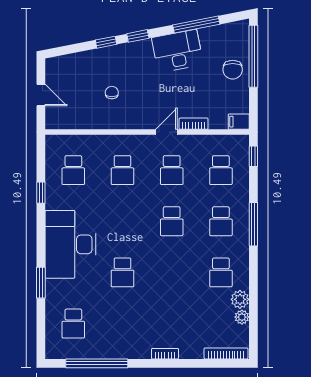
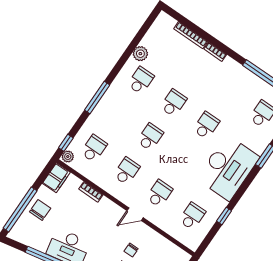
filing cabinet: (239, 122) -> (56, 178), width x2.00
door: (166, 132) -> (135, 214), moved
school desk: (221, 221) -> (173, 103), moved
plant: (242, 317) -> (68, 157), moved
bookcase: (226, 353) -> (191, 35), moved

